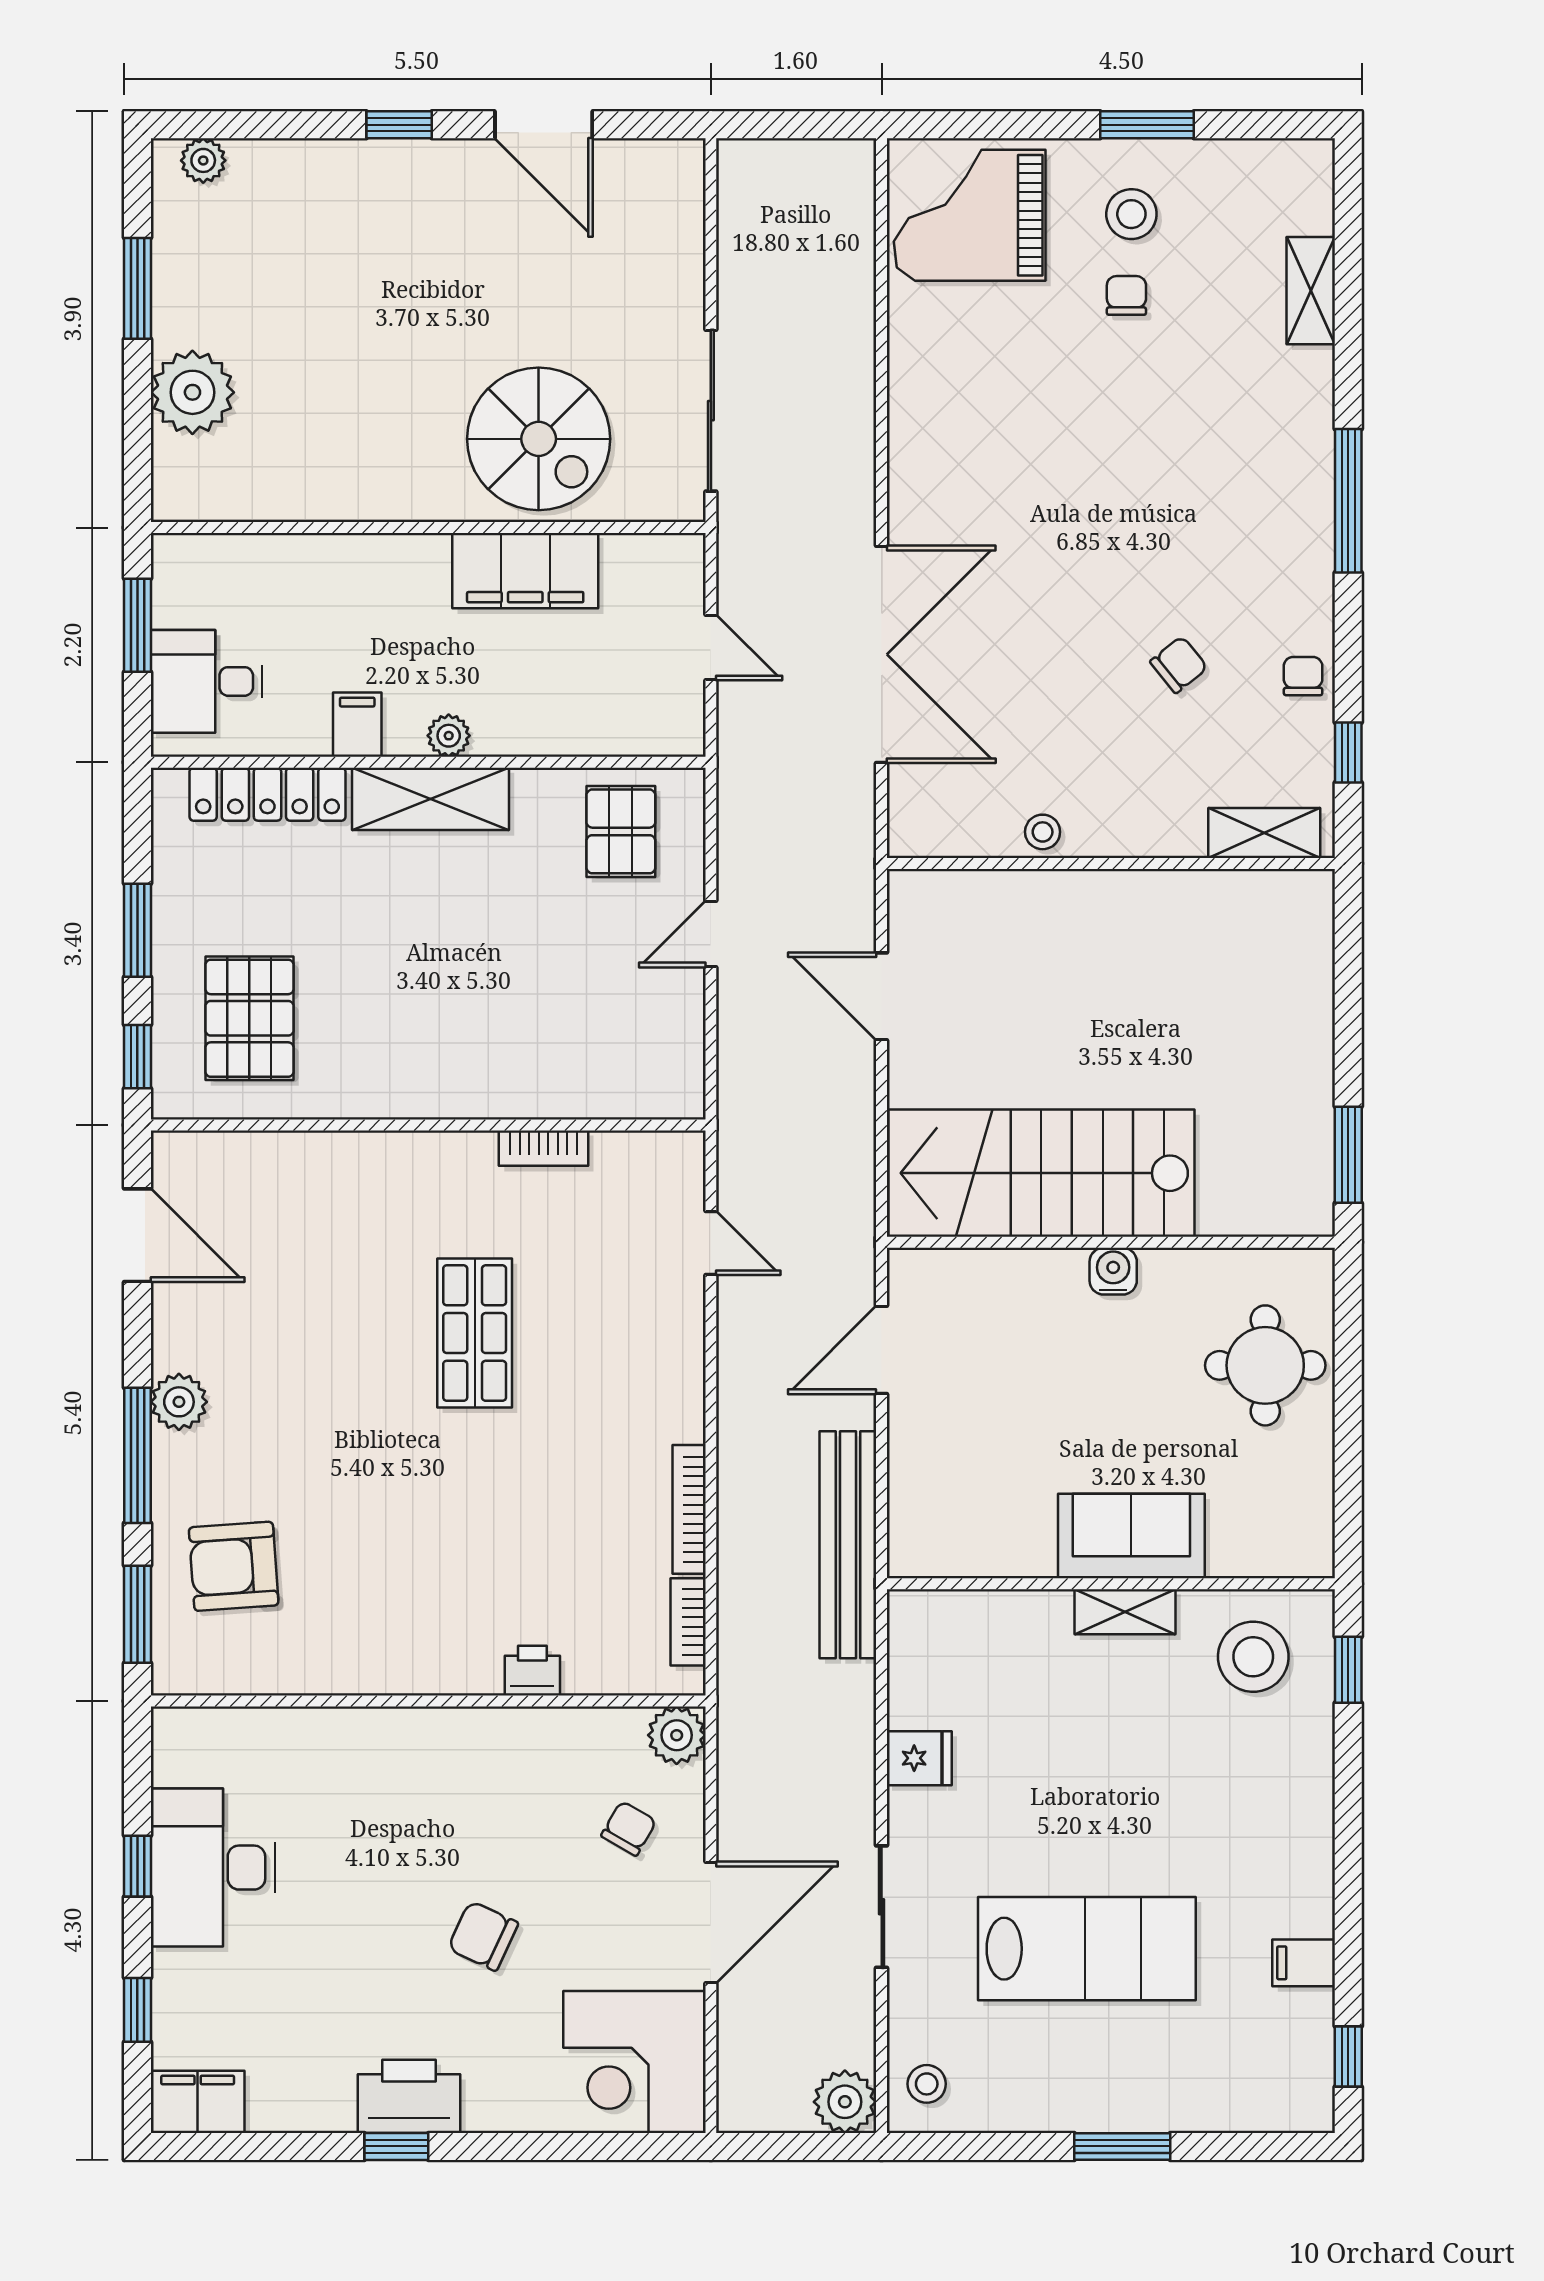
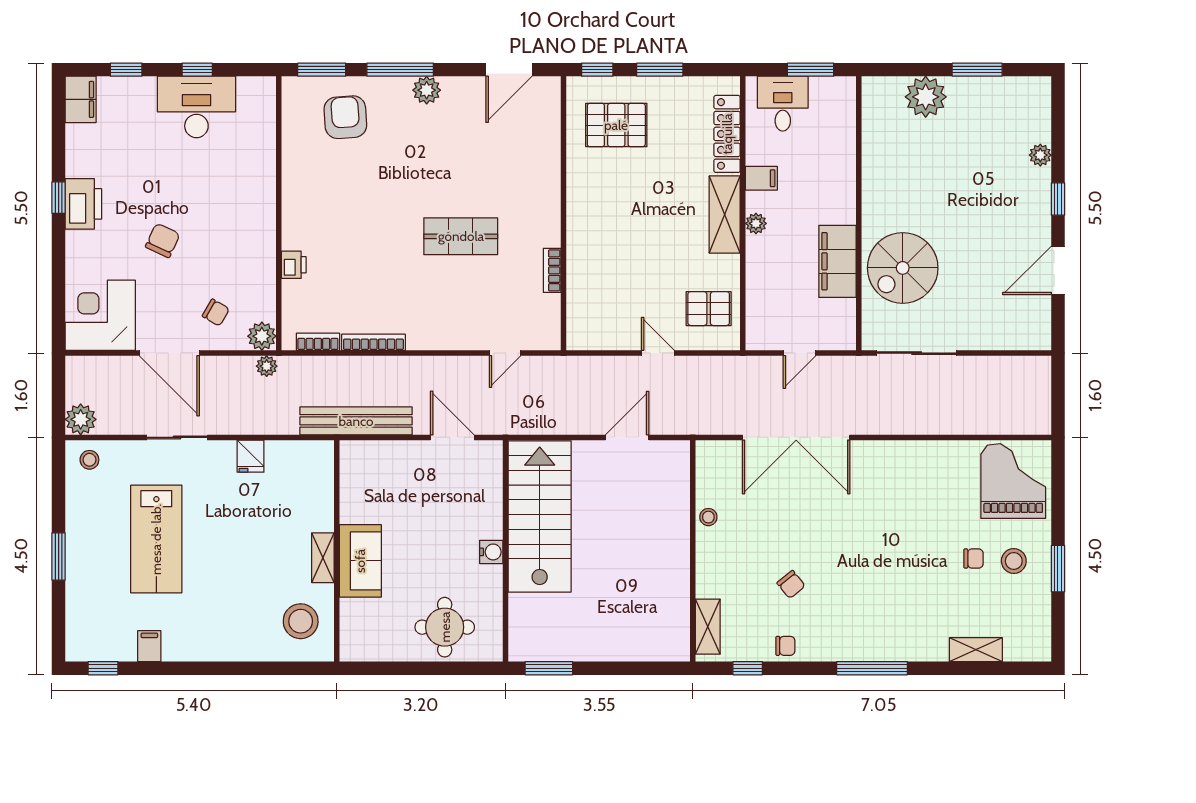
plant: (203, 160) -> (1040, 155), moved
window: (1348, 1670) -> (294, 668), removed
plant: (737, 1725) -> (267, 366), added

